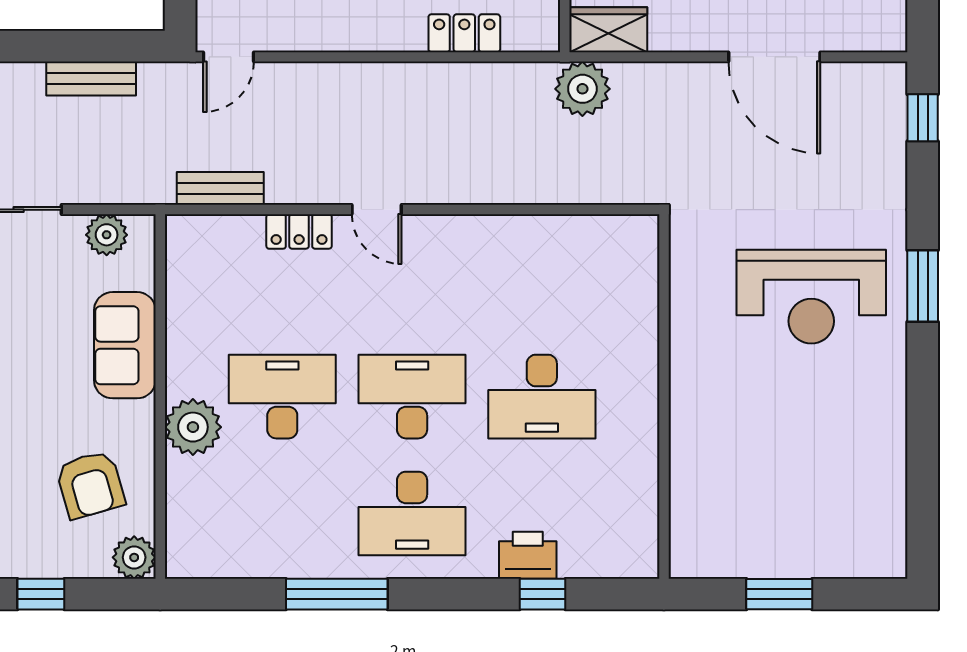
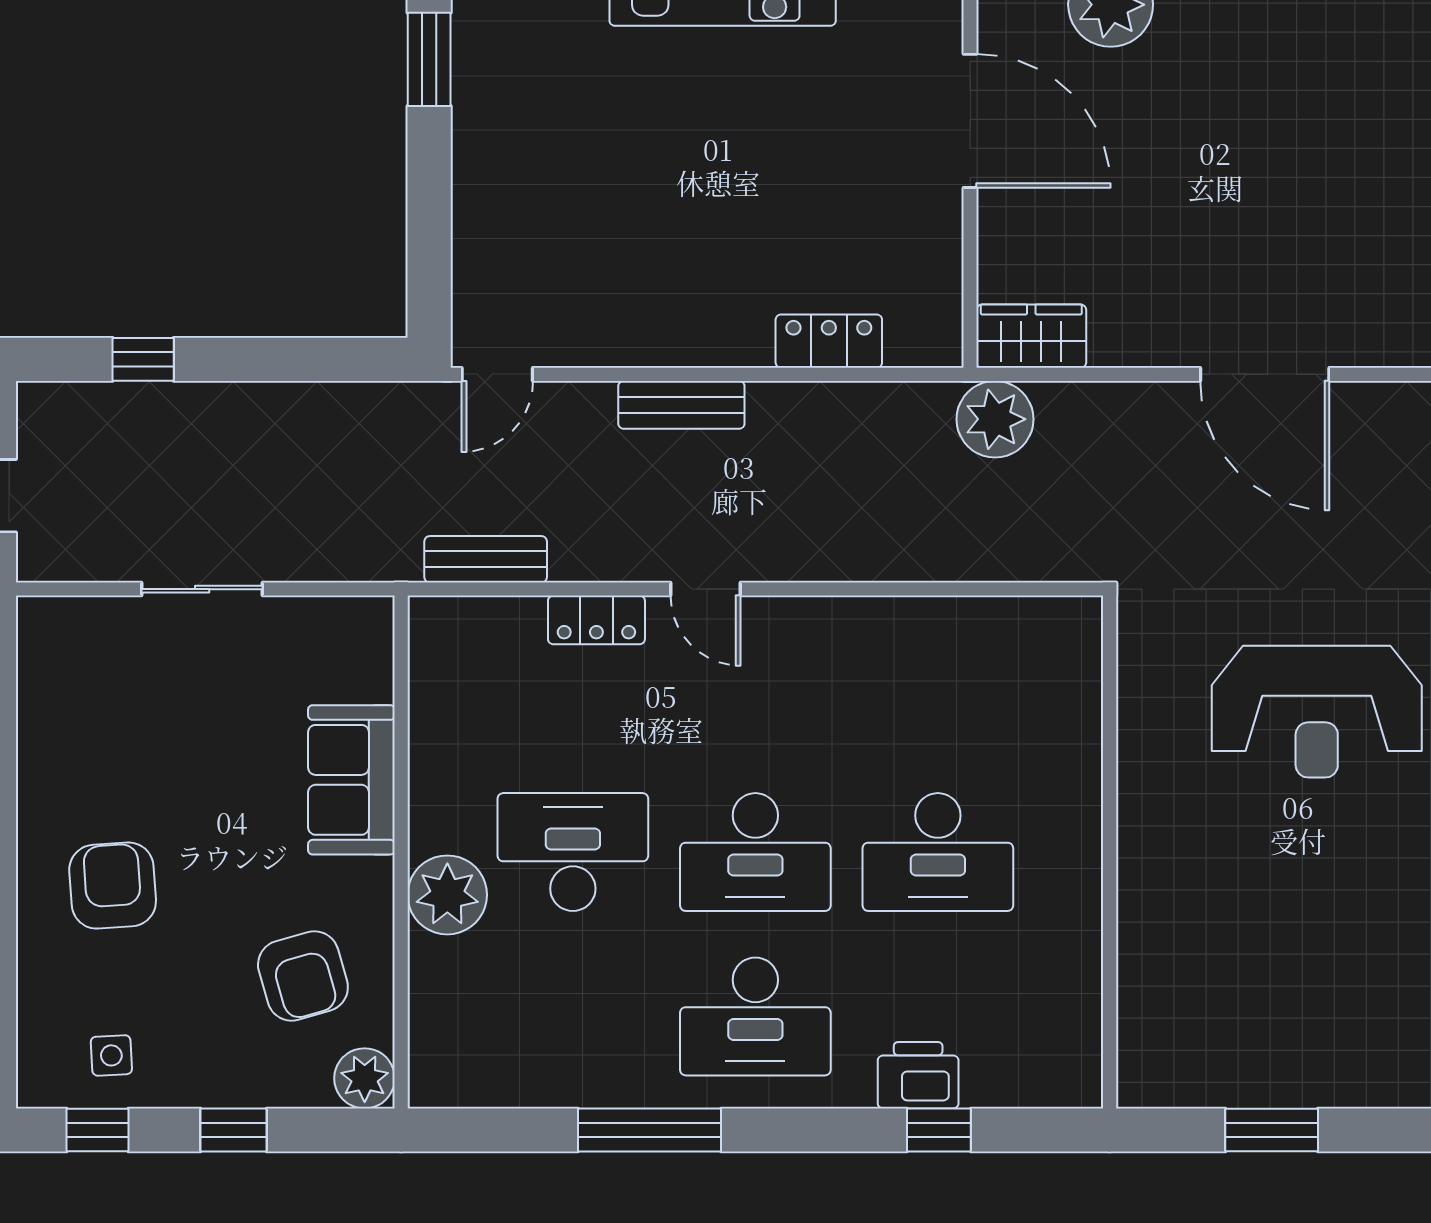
bench: (91, 79) -> (681, 405), moved
plant: (107, 235) -> (326, 625), removed
desk: (412, 397) -> (755, 852), turned 180

